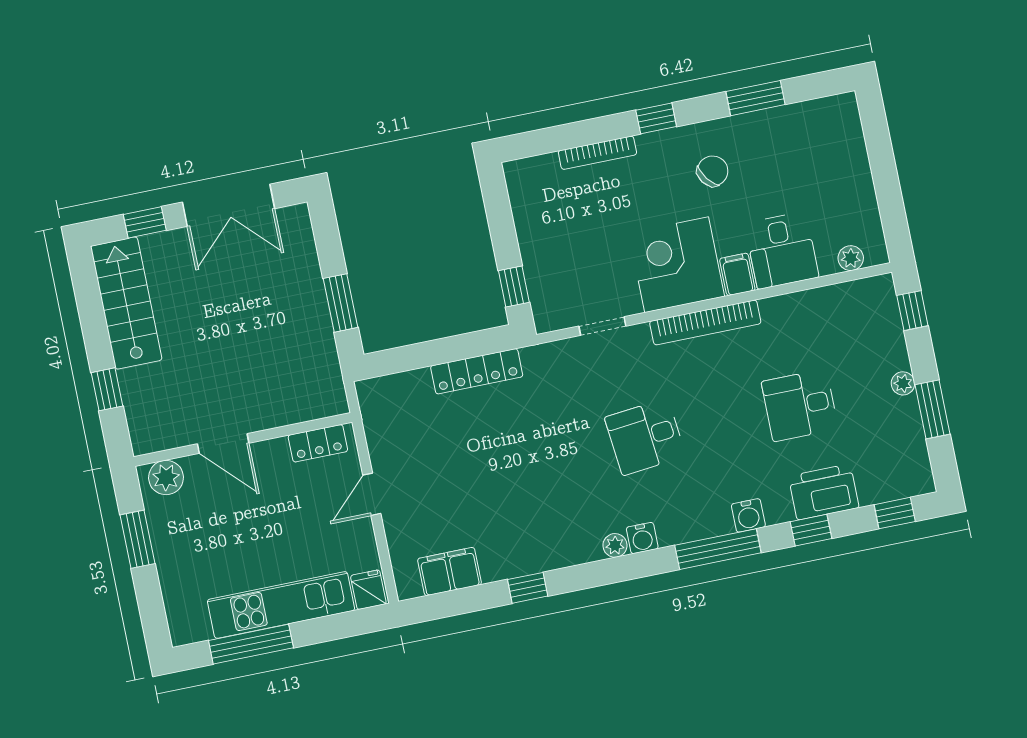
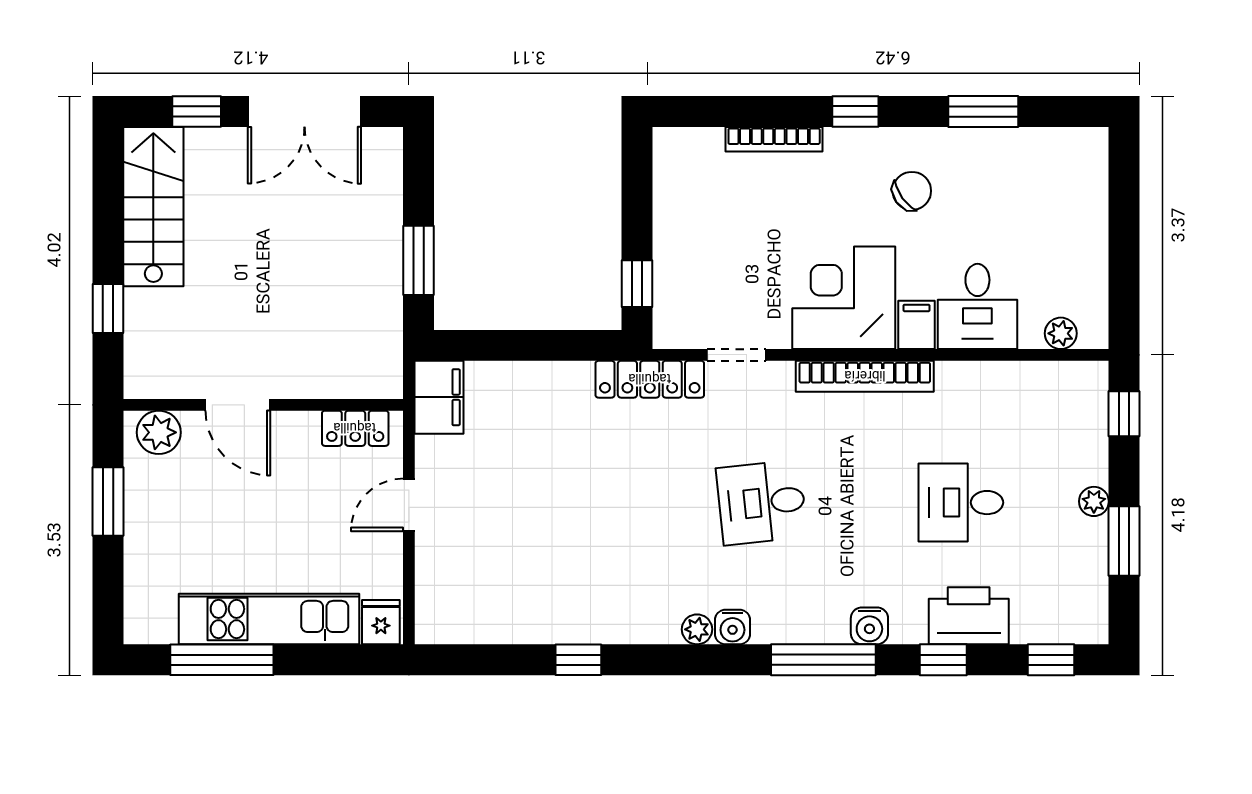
locker: (477, 371) -> (650, 379), moved
filing cabinet: (450, 572) -> (439, 397), moved, turned 90

